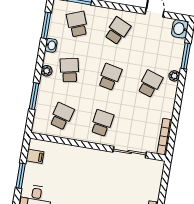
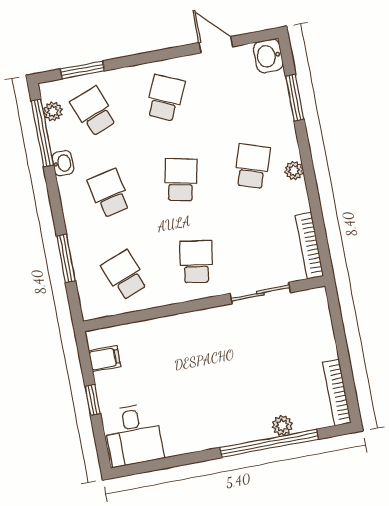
window: (46, 25) -> (42, 133), width x1.44
plant: (47, 71) -> (53, 111), moved
plant: (174, 76) -> (294, 171), moved
school desk: (62, 116) -> (125, 275), turned -36
window: (21, 176) -> (93, 400), width x0.67

